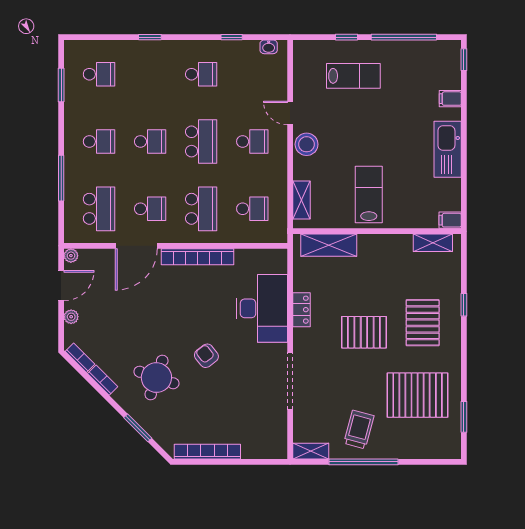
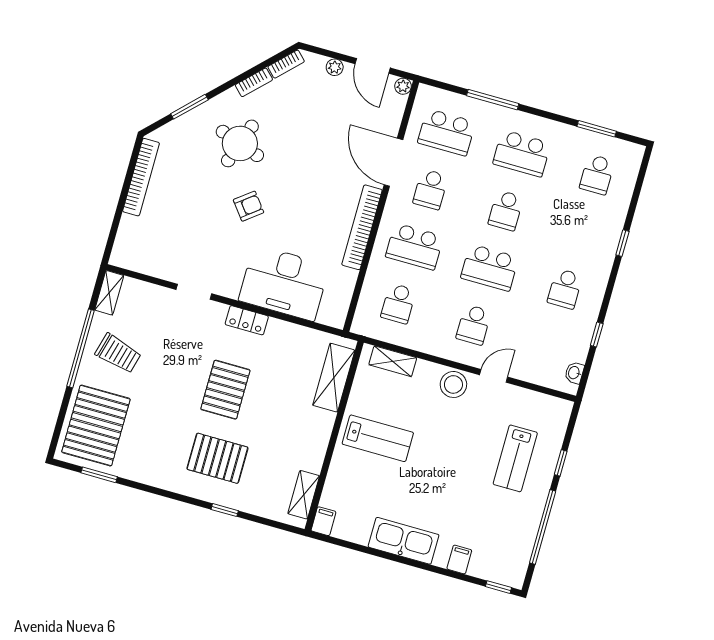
school desk: (99, 141) -> (522, 153), width x1.85
locker: (301, 310) -> (247, 320), moved
doorway: (290, 381) -> (194, 292), width x0.53
pallet: (418, 395) -> (96, 426), moved

